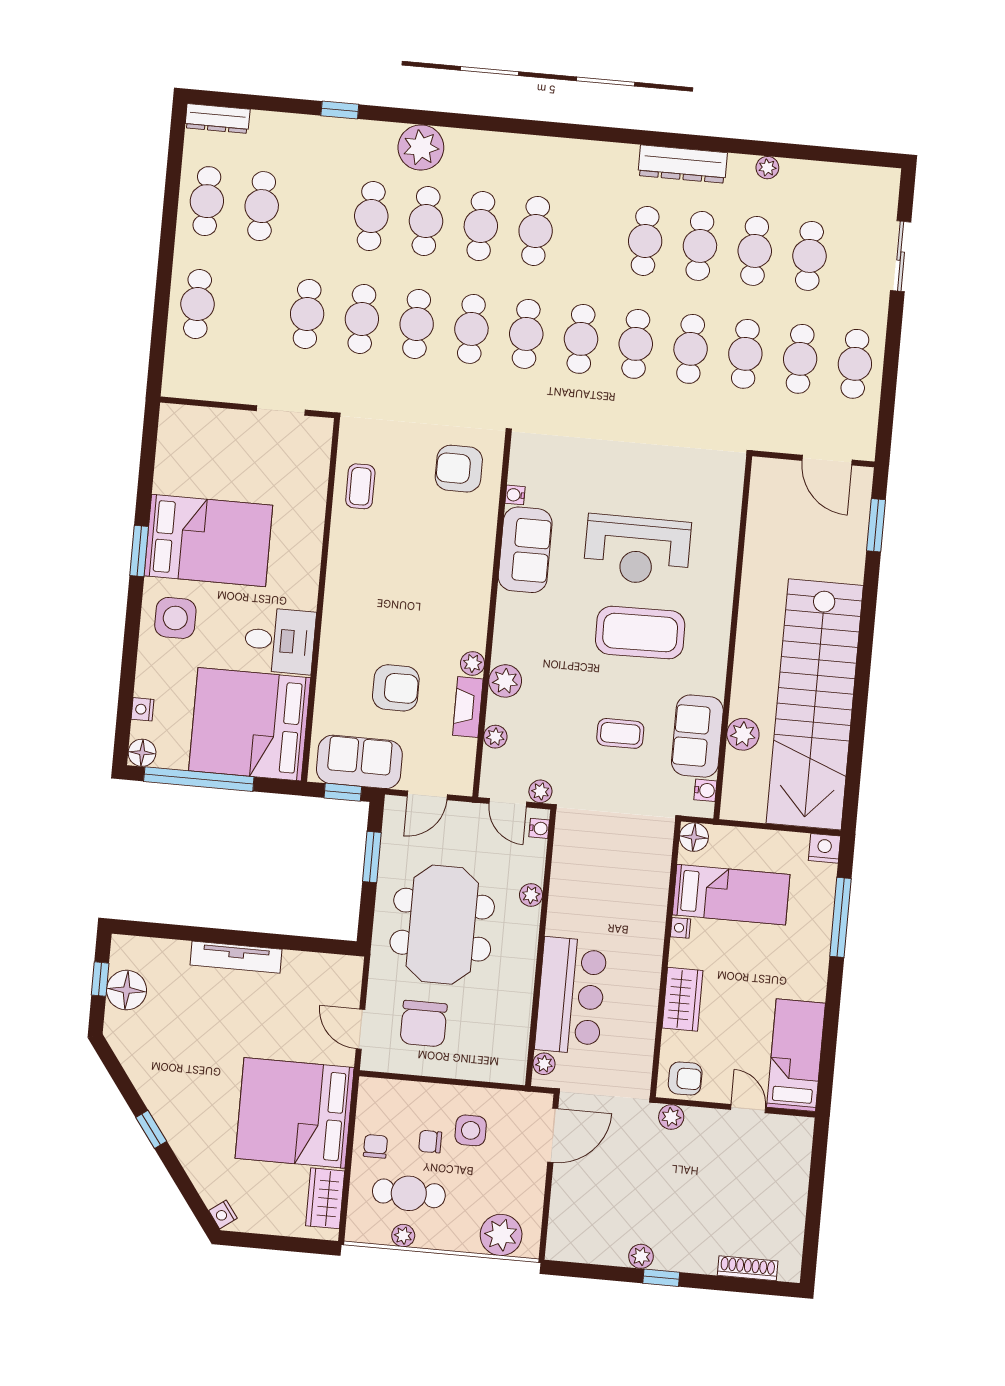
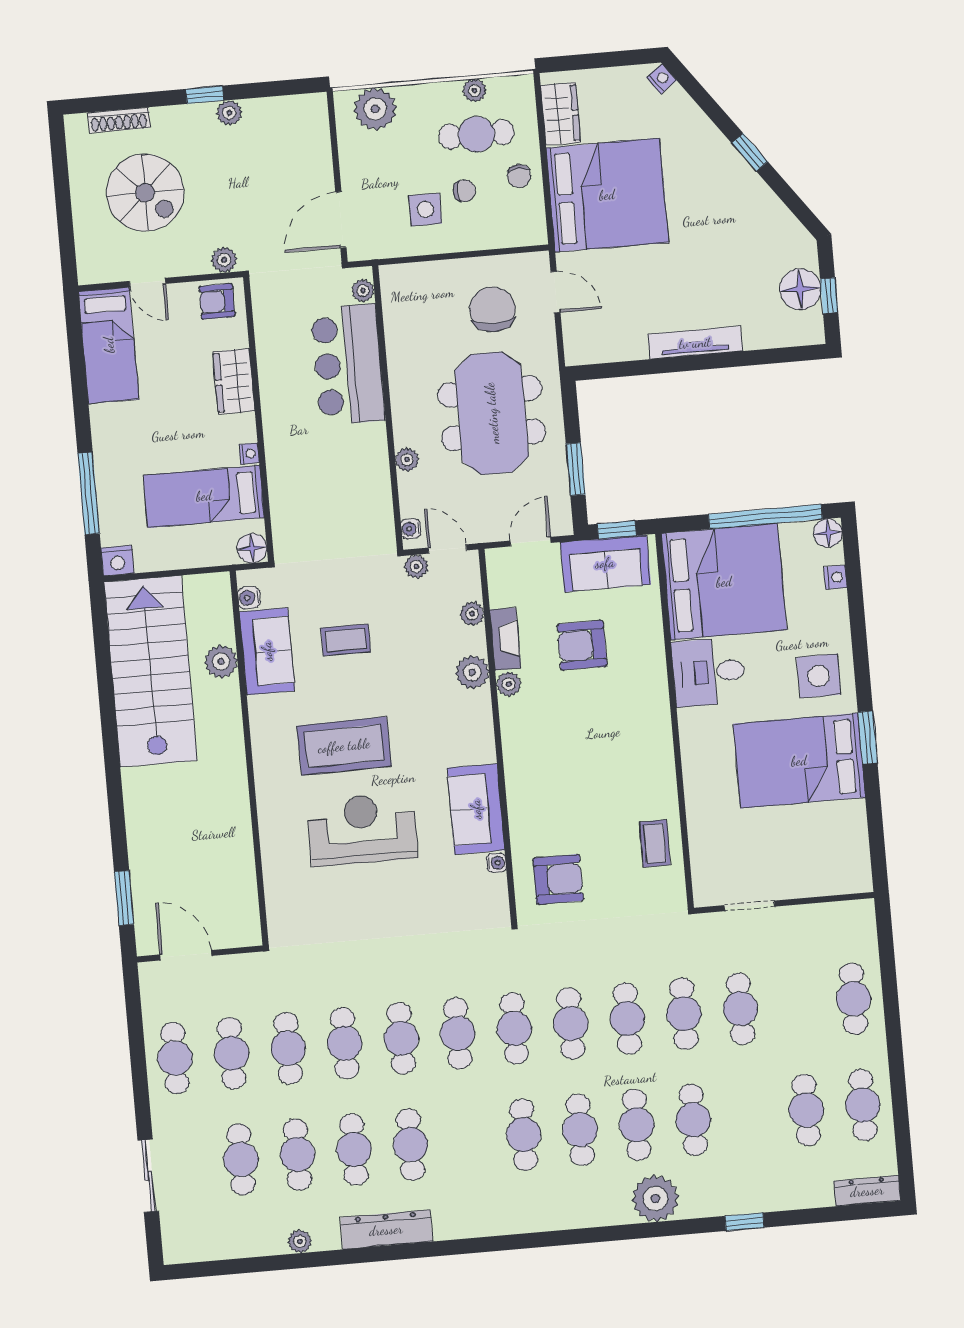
stairs: (815, 704) -> (151, 671), width x0.73
spiral stairs: (735, 1195) -> (145, 193), added

